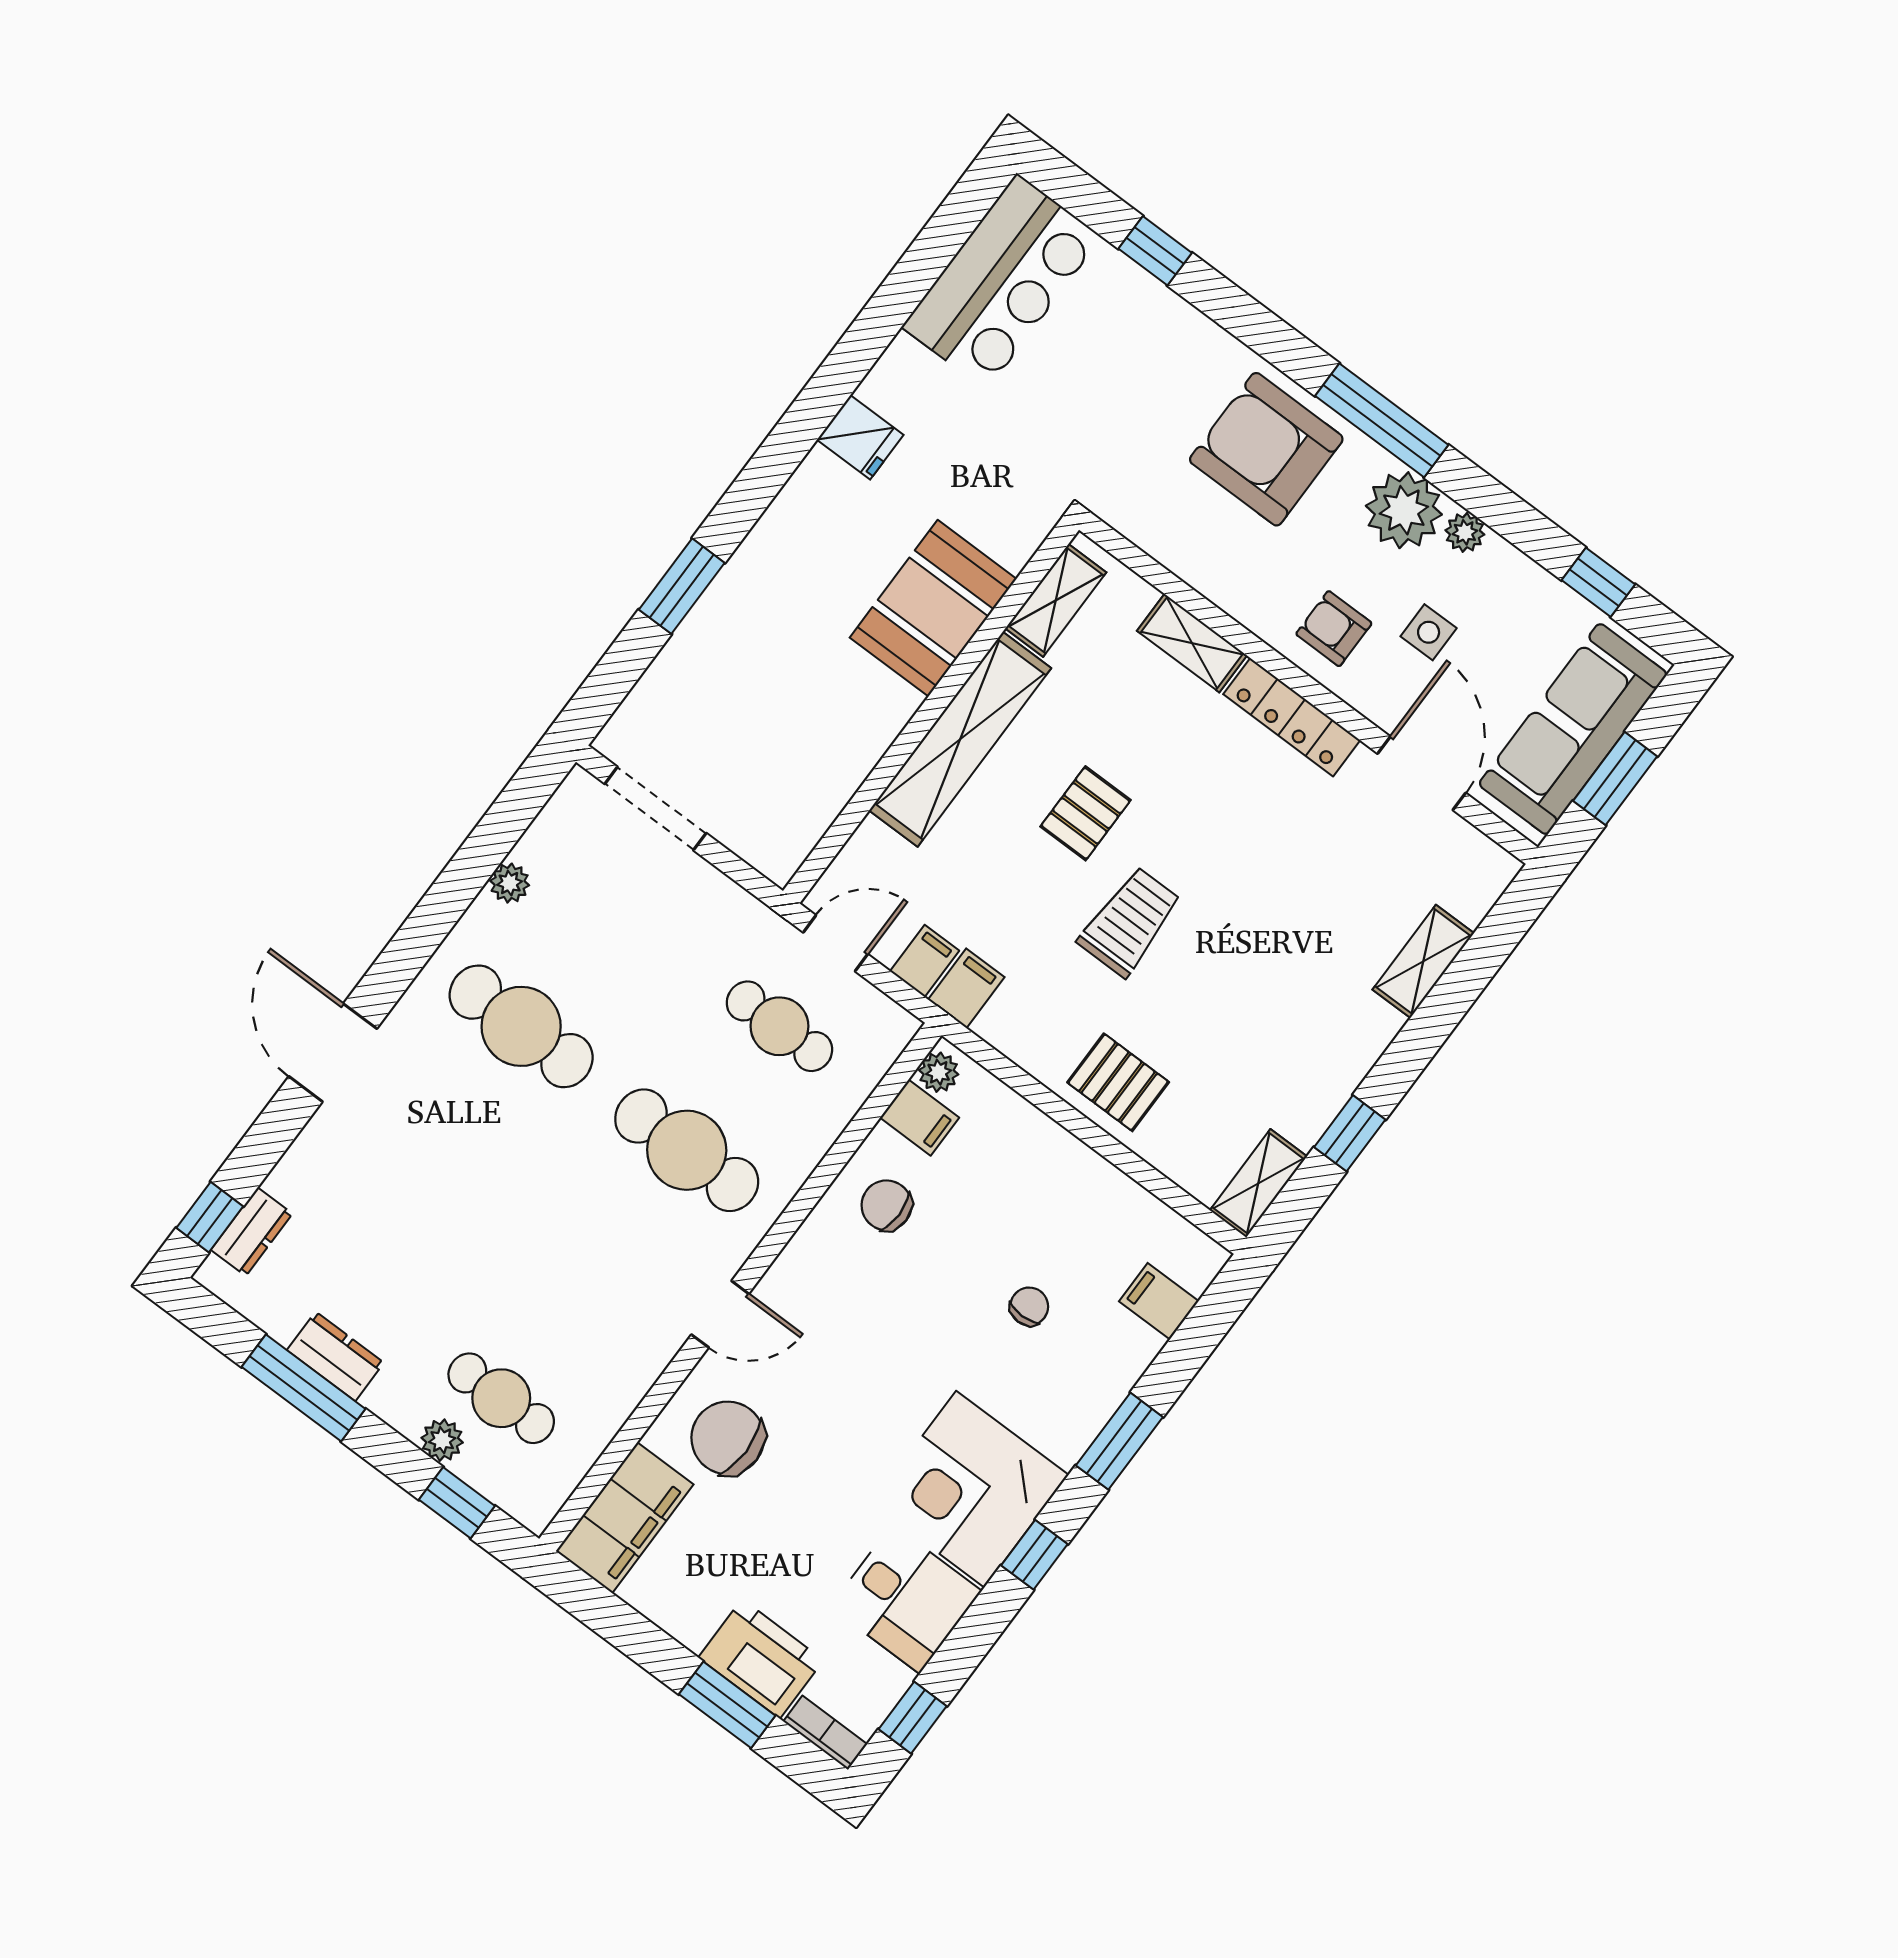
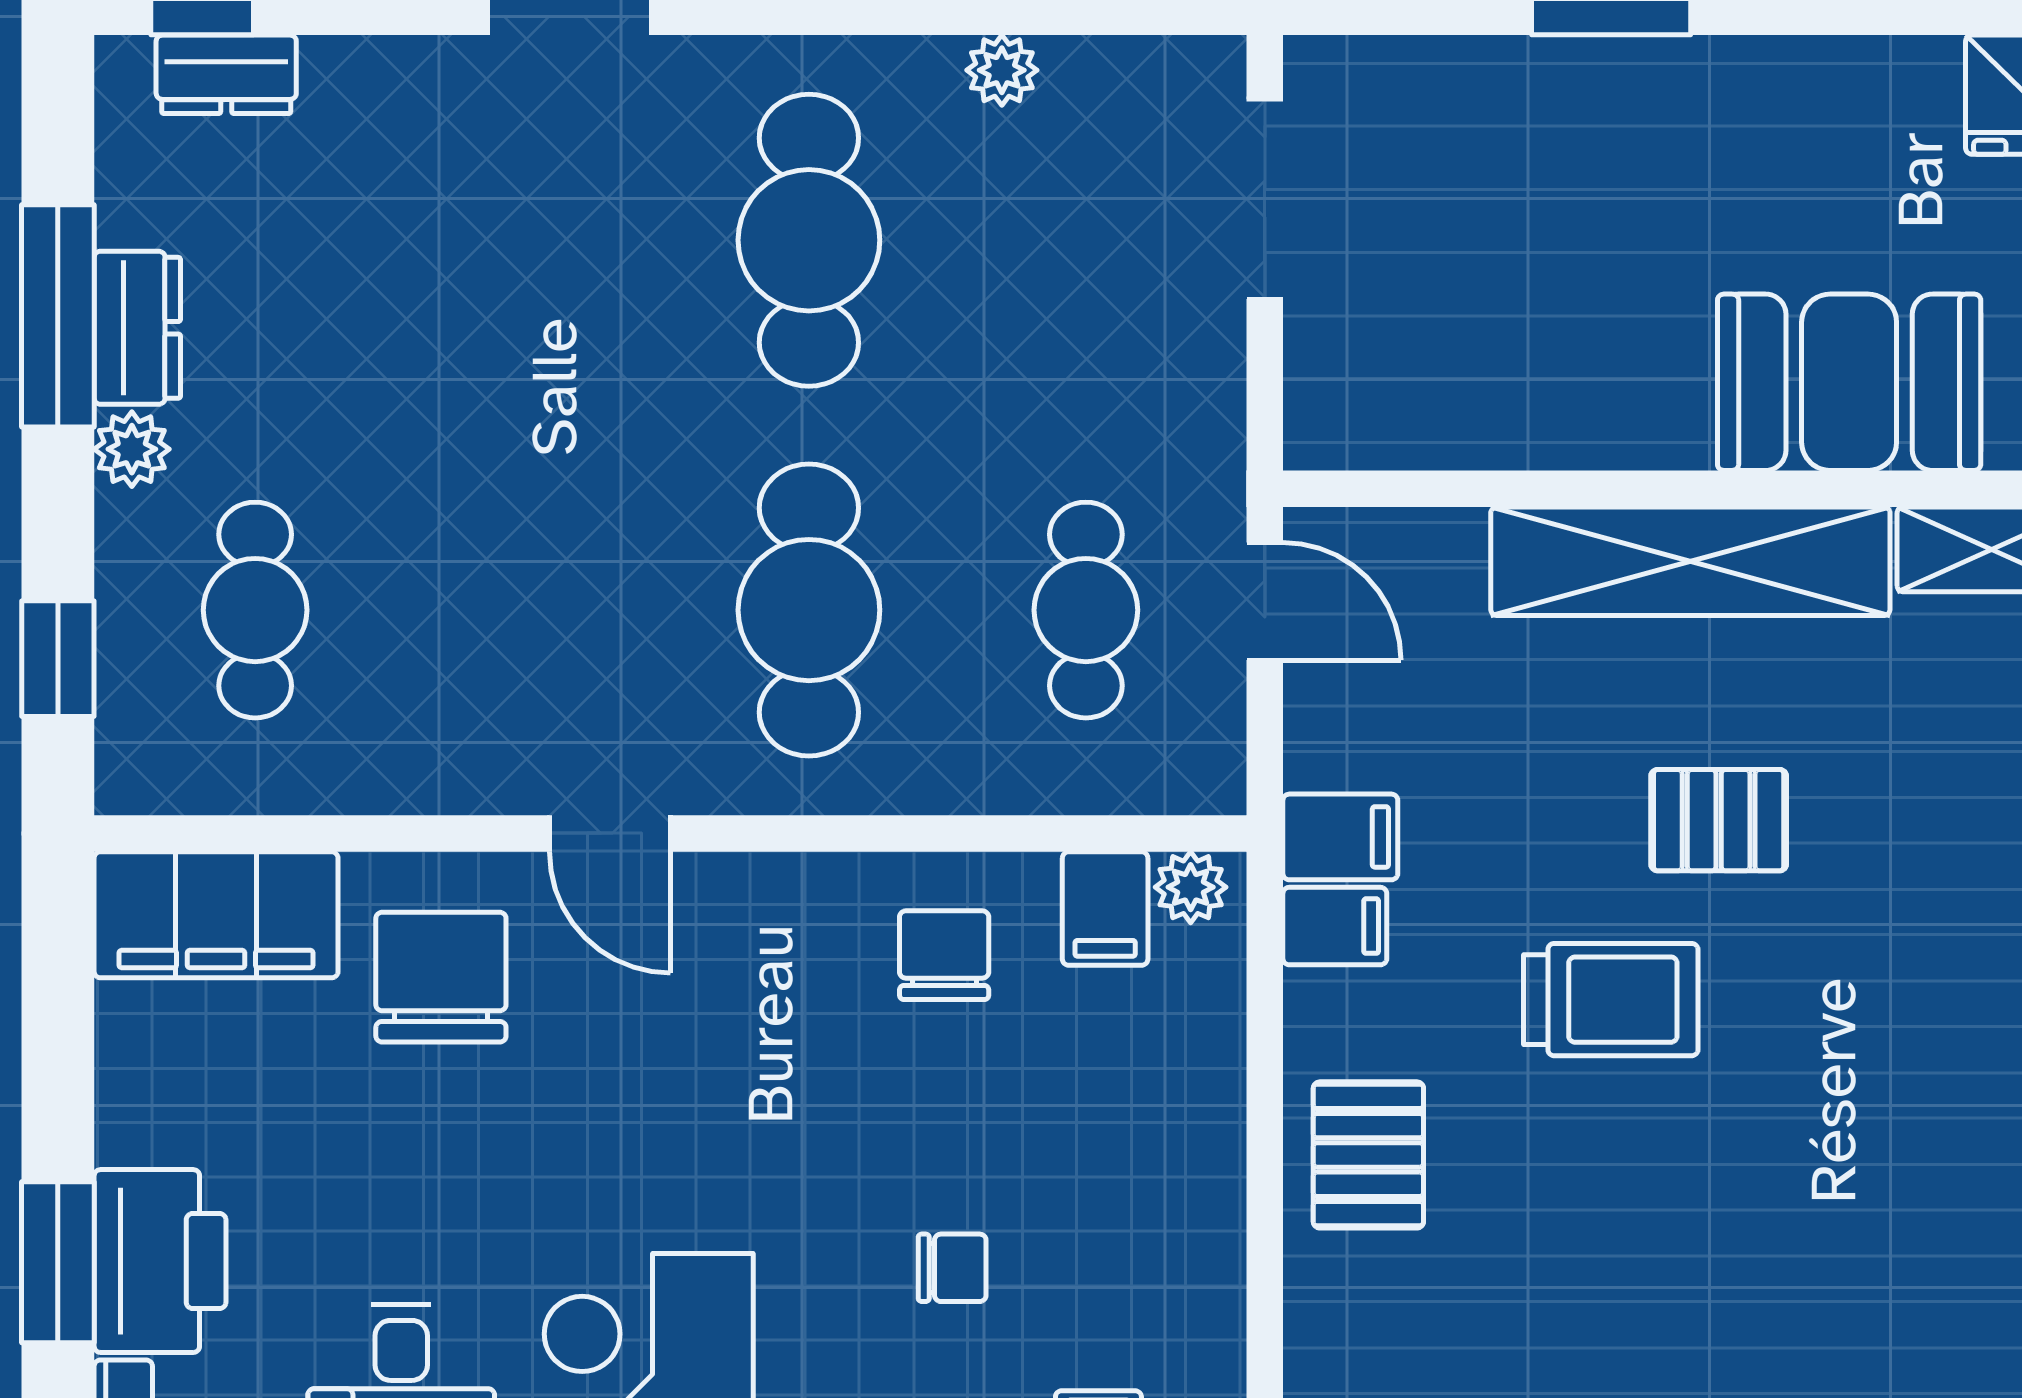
filing cabinet: (925, 961) -> (1335, 926), moved
plant: (442, 1440) -> (132, 449), moved

